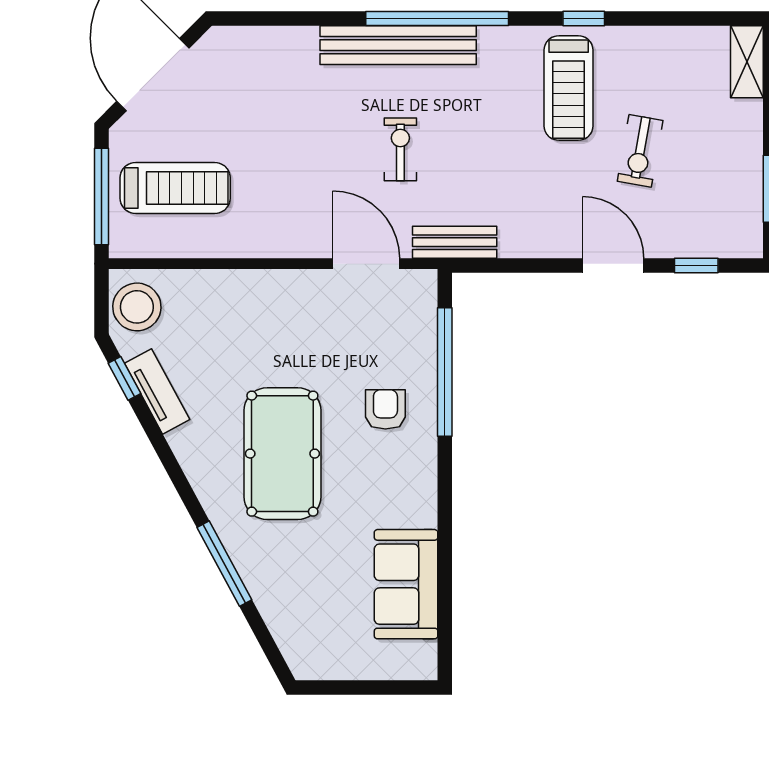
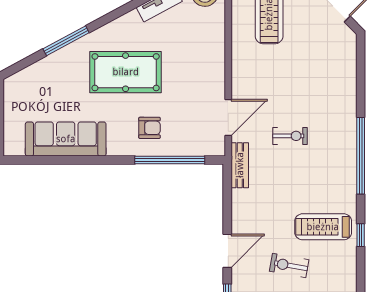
bench: (398, 45) -> (346, 135), removed
sofa: (406, 584) -> (66, 139), width x1.36

